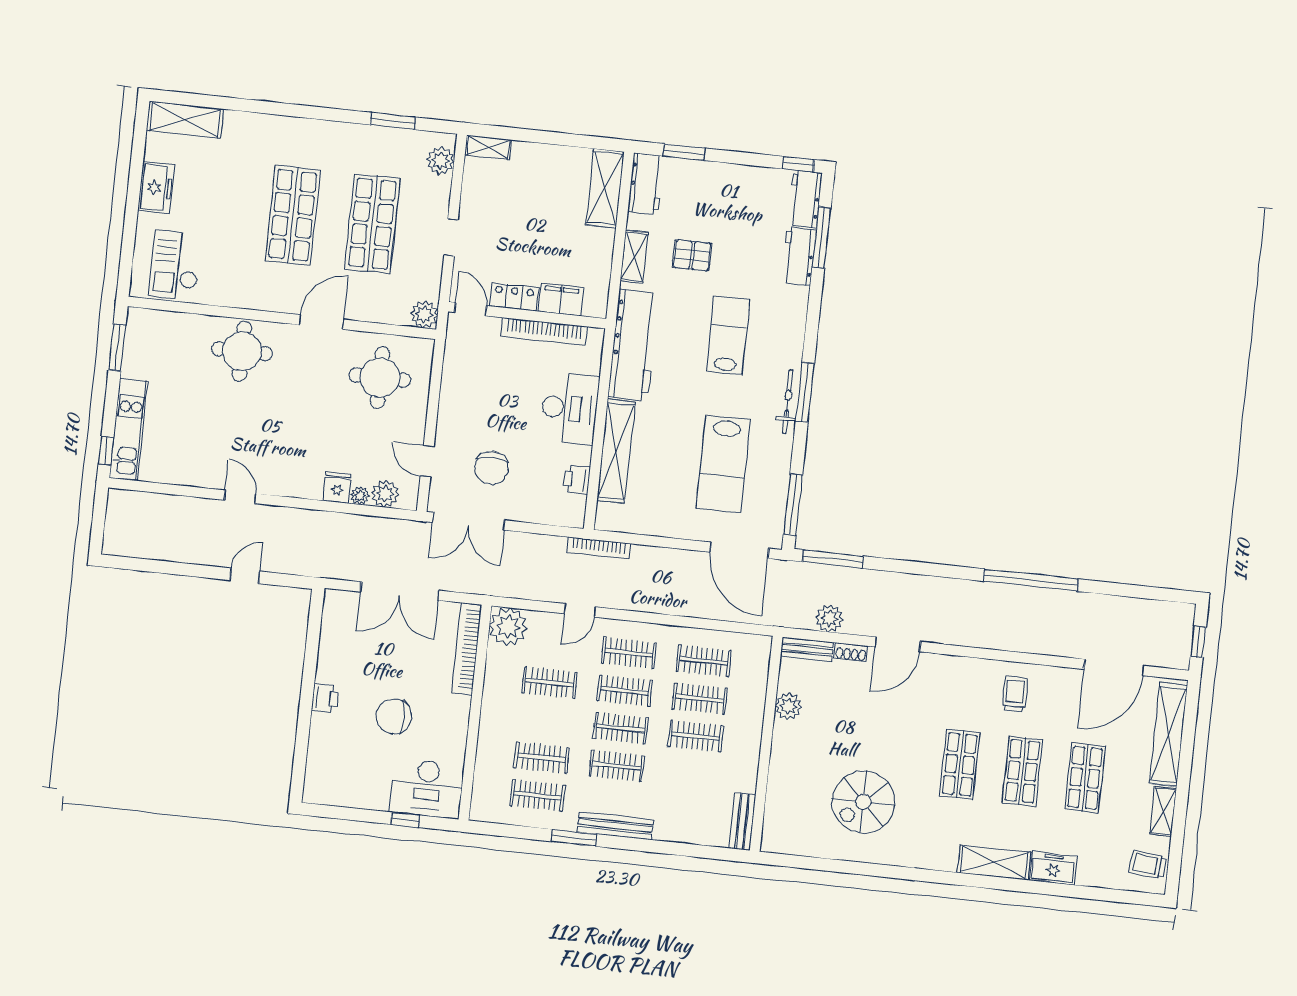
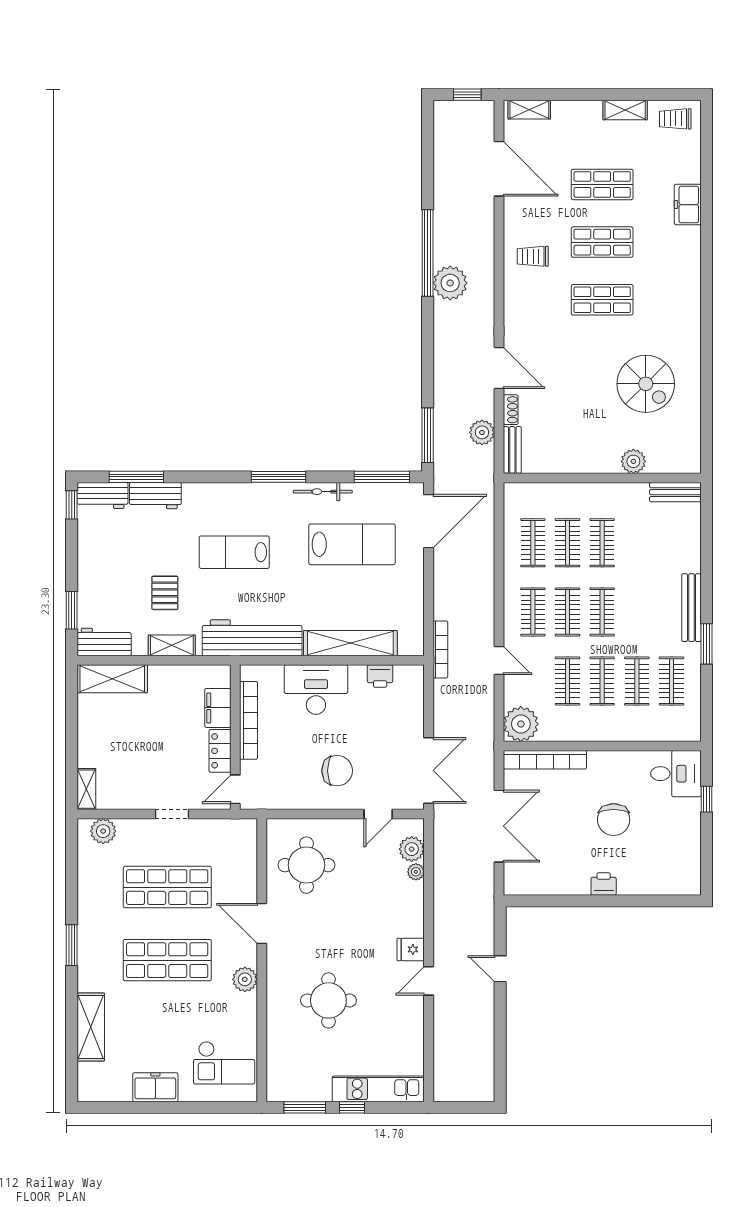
shelving: (185, 120) -> (91, 1027), moved
window: (393, 121) -> (72, 945), moved
plant: (424, 315) -> (245, 979), moved
round table: (242, 351) -> (328, 1000), moved
bicycle: (788, 402) -> (323, 492), moved
window: (106, 450) -> (352, 1107), moved
chair: (491, 468) -> (337, 771), moved
fridge: (337, 487) -> (411, 949), moved
plant: (996, 601) -> (450, 283), added
plant: (788, 706) -> (633, 461), moved
shelving: (1168, 735) -> (529, 110), width x0.45, depth x0.75
clothes rail: (617, 766) -> (602, 681), moved
desk: (427, 788) -> (676, 774), width x0.73
shelving: (994, 862) -> (688, 259), removed
trolley: (1148, 865) -> (675, 119), turned 85

